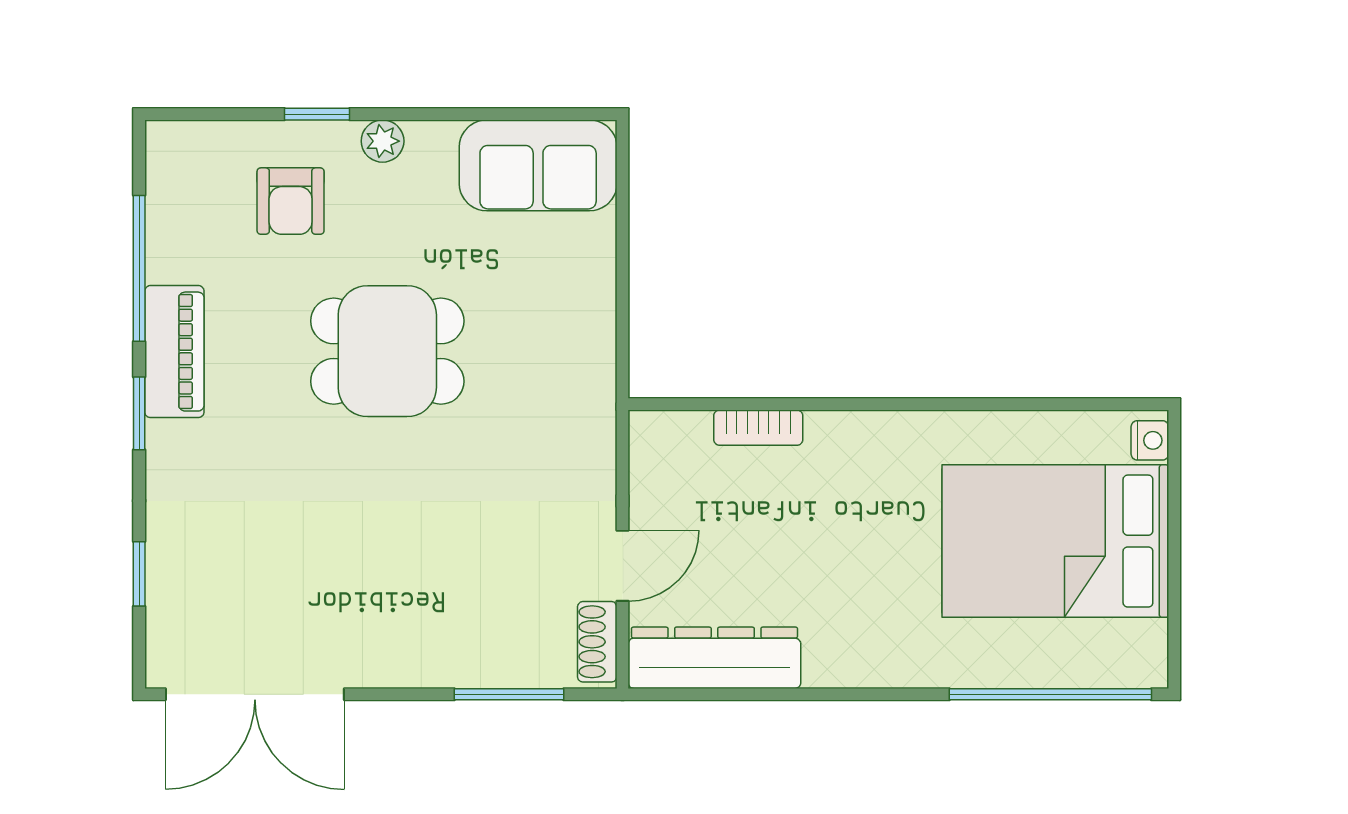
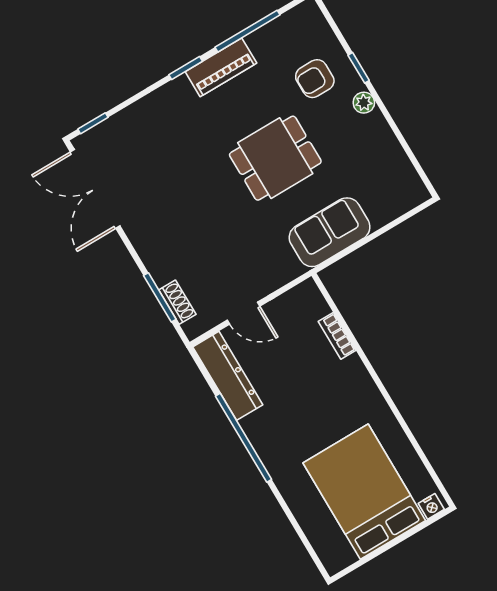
sofa: (538, 165) -> (330, 232), moved, turned 90
dining table: (387, 351) -> (275, 158), turned 90
window: (139, 574) -> (93, 123), moved
shoe rack: (597, 642) -> (177, 302), moved, turned 90
window: (1050, 694) -> (244, 438), moved

